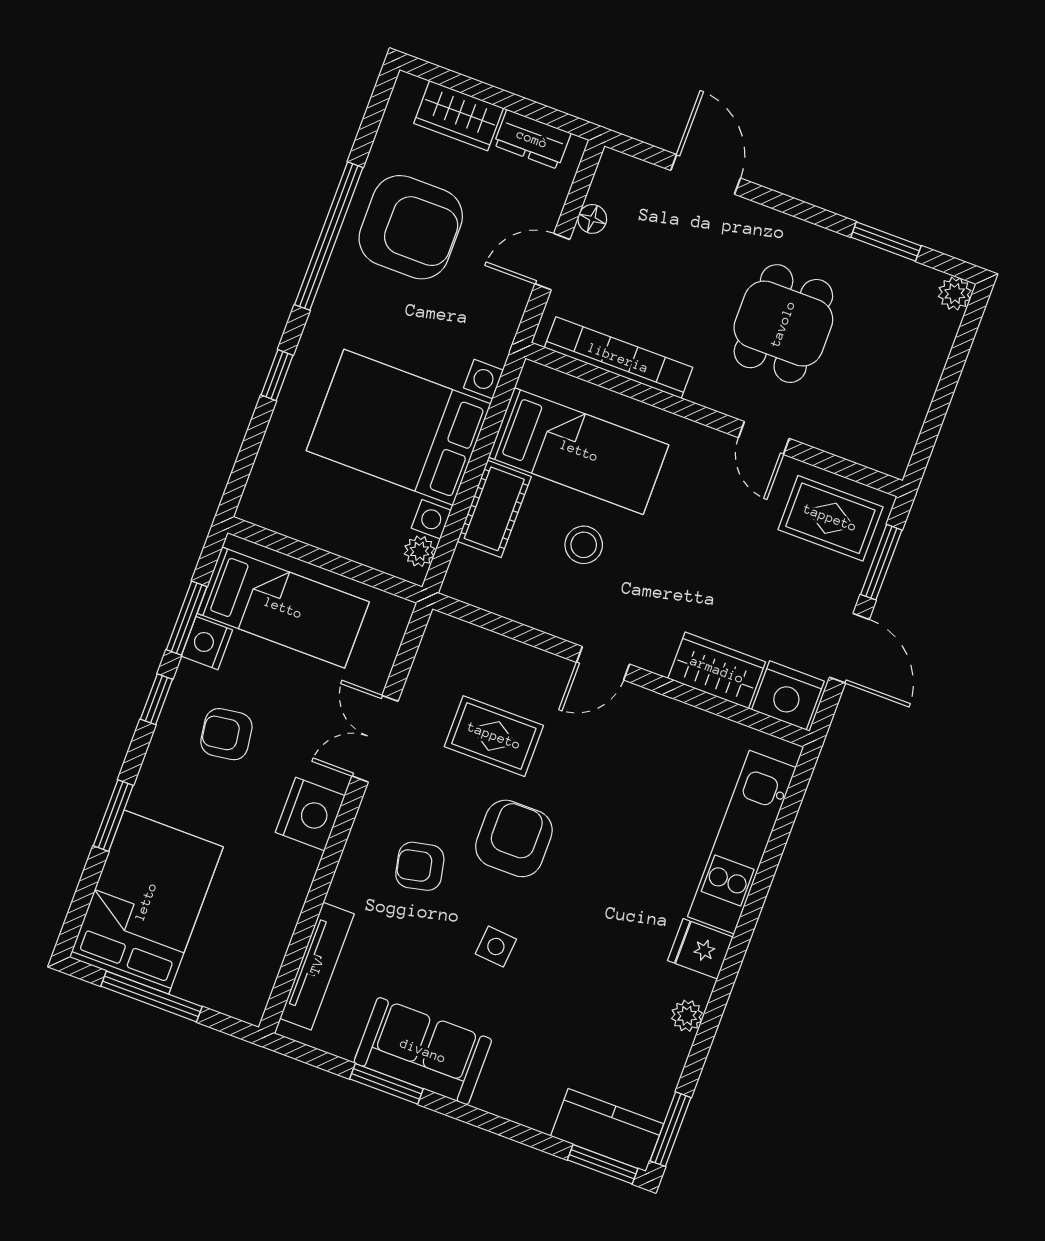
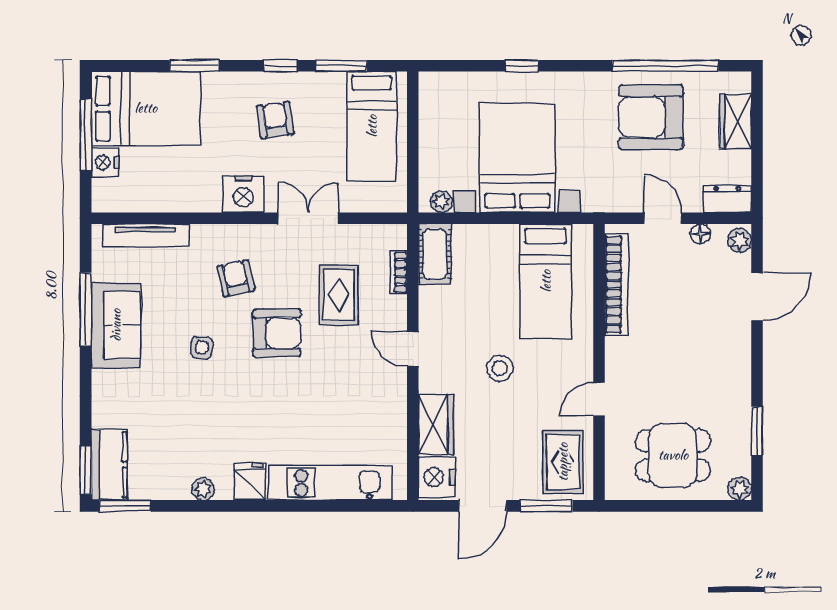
dresser: (532, 139) -> (727, 199), moved, turned 90
plant: (621, 170) -> (740, 240), added
armchair: (411, 227) -> (651, 117), turned 90
window: (329, 236) -> (665, 66), moved
dining table: (783, 324) -> (673, 455), moved
cot: (494, 509) -> (435, 254), moved, turned 90
stool: (584, 545) -> (500, 368), moved
nightstand: (207, 643) -> (105, 163), moved, turned -90
bookcase: (493, 644) -> (399, 272), added
window: (386, 1084) -> (86, 309), width x1.44

